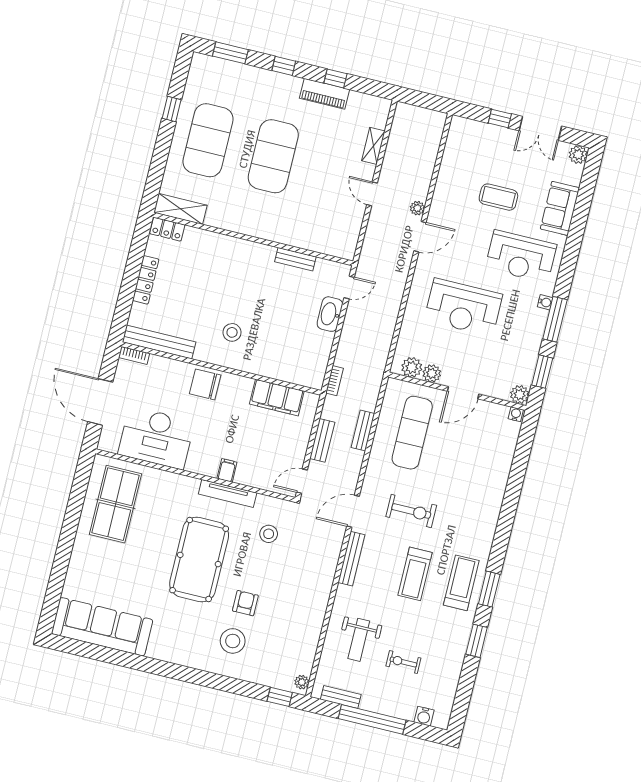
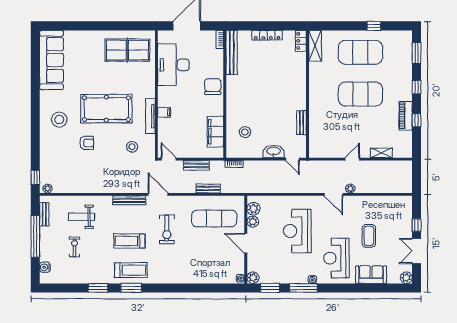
stool: (232, 332) -> (245, 132), moved
stool: (233, 641) -> (59, 120), moved

